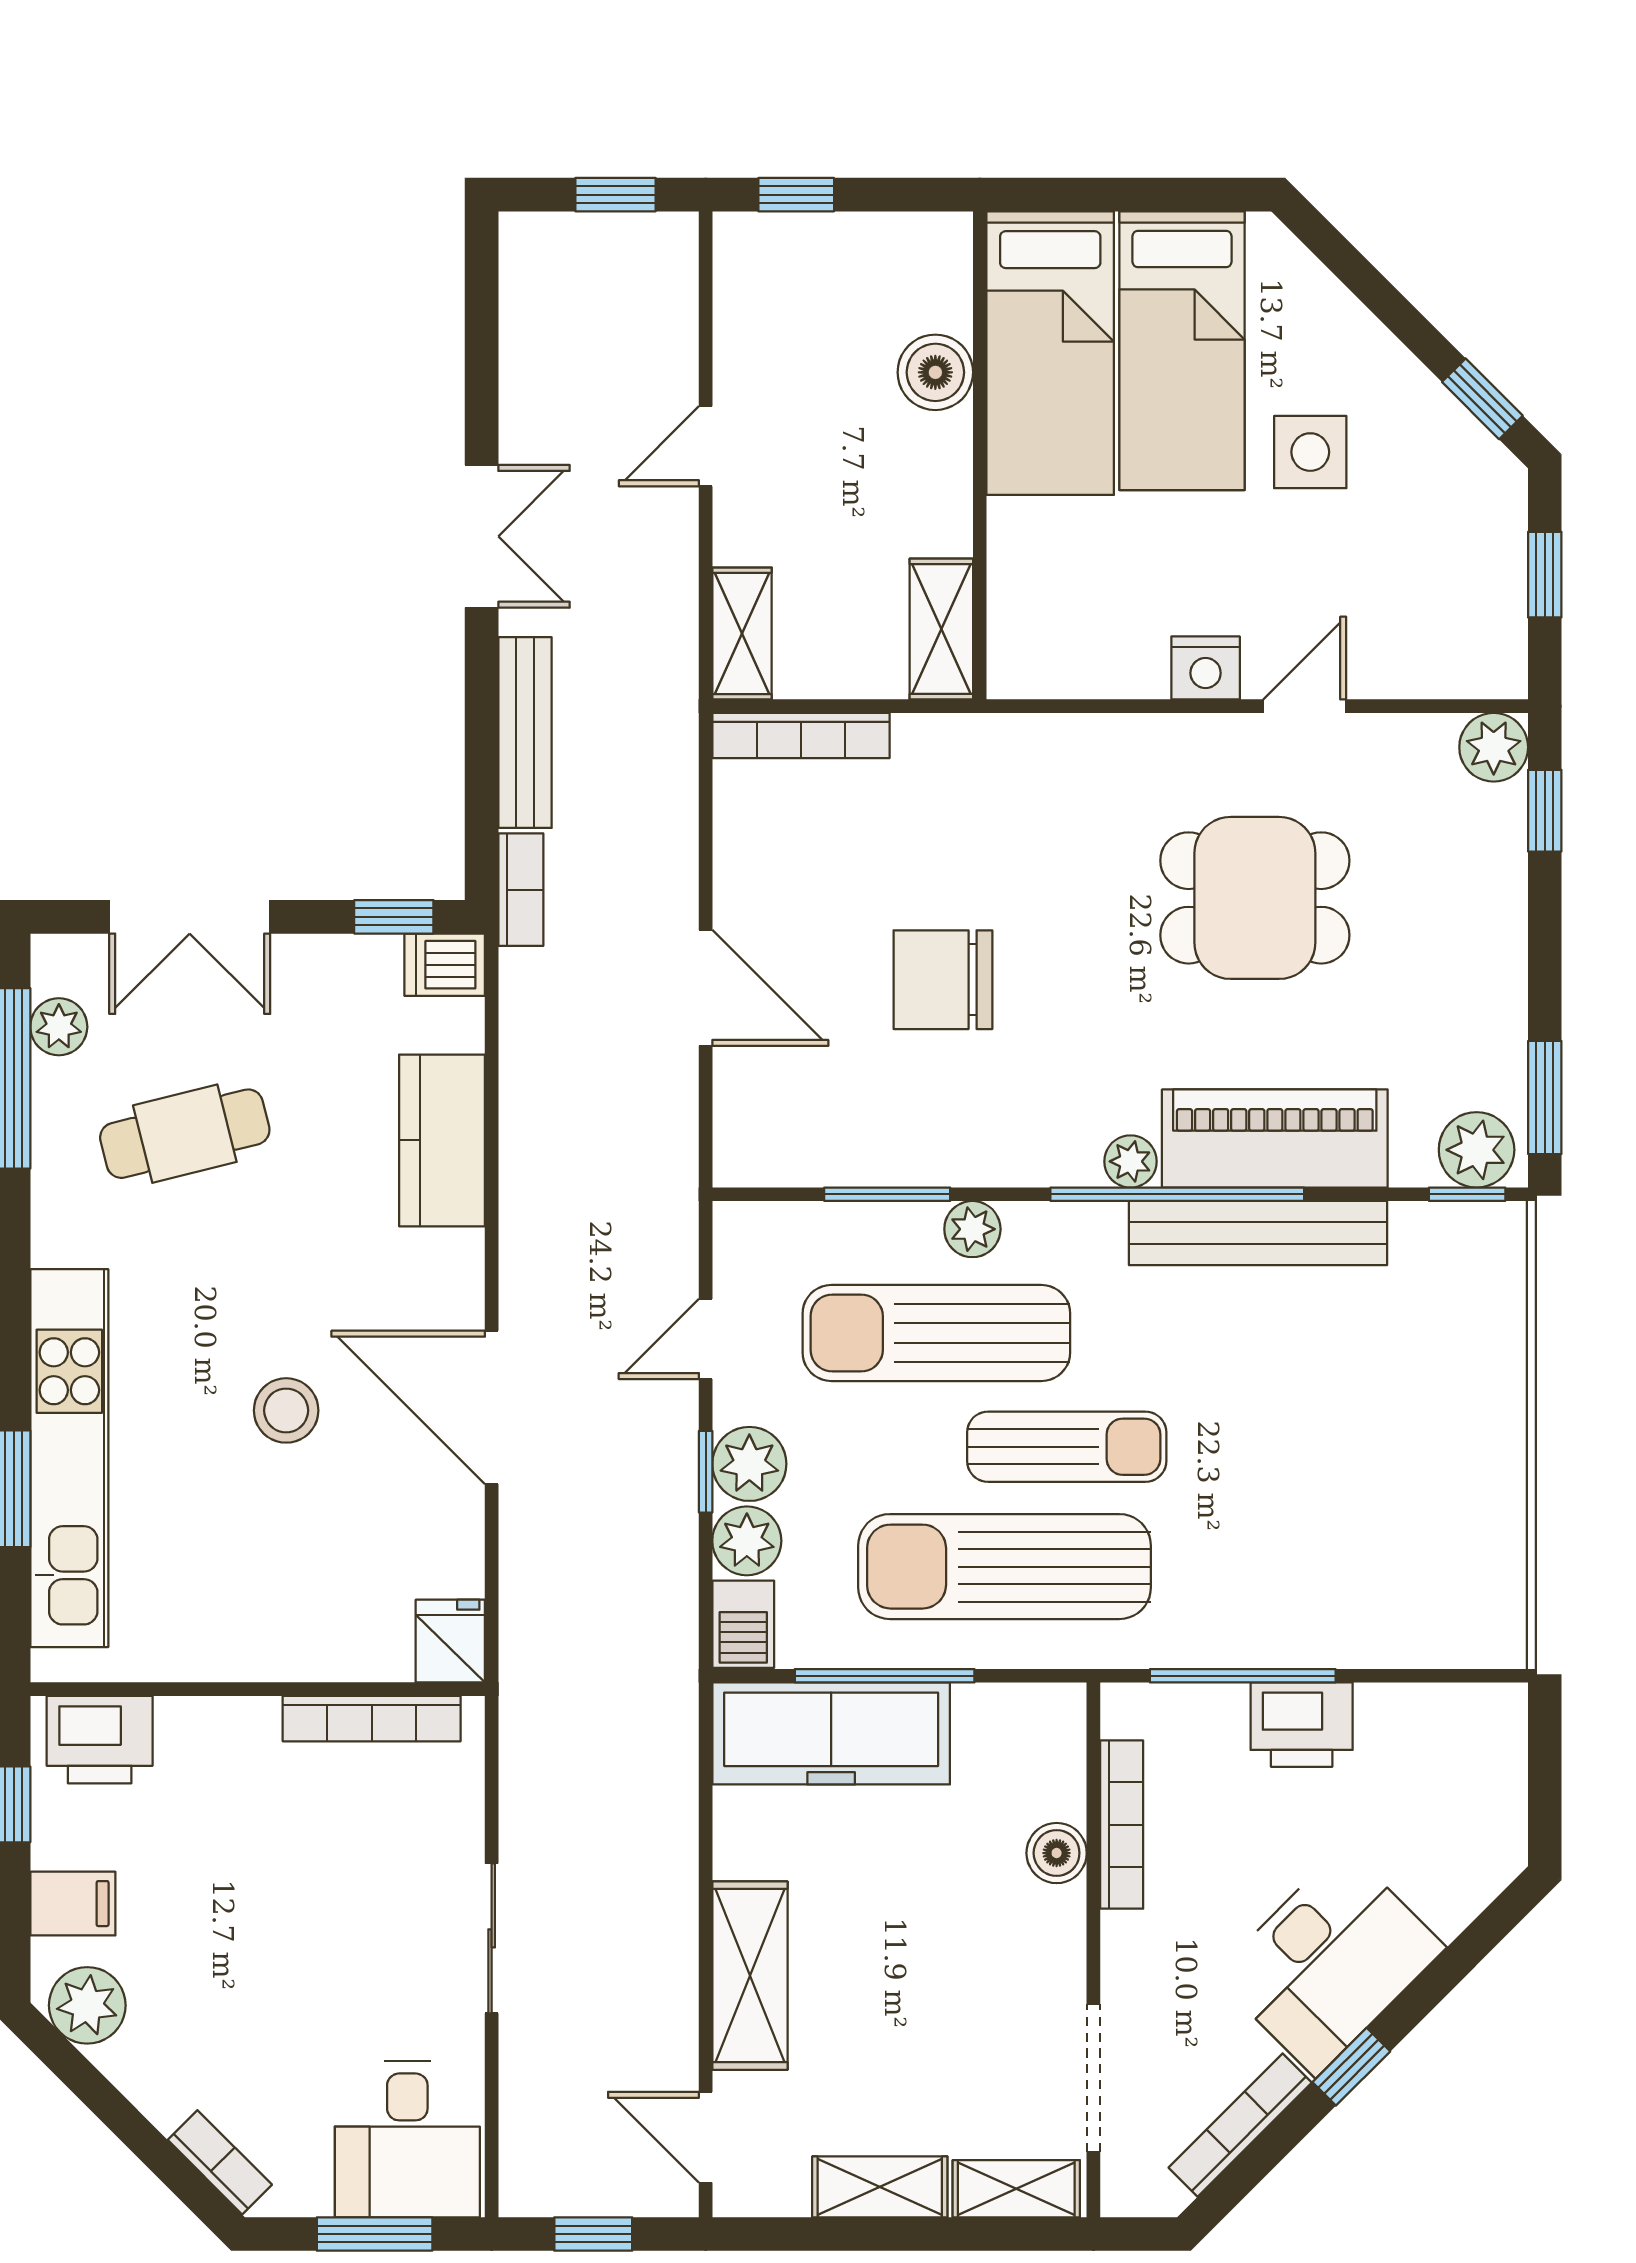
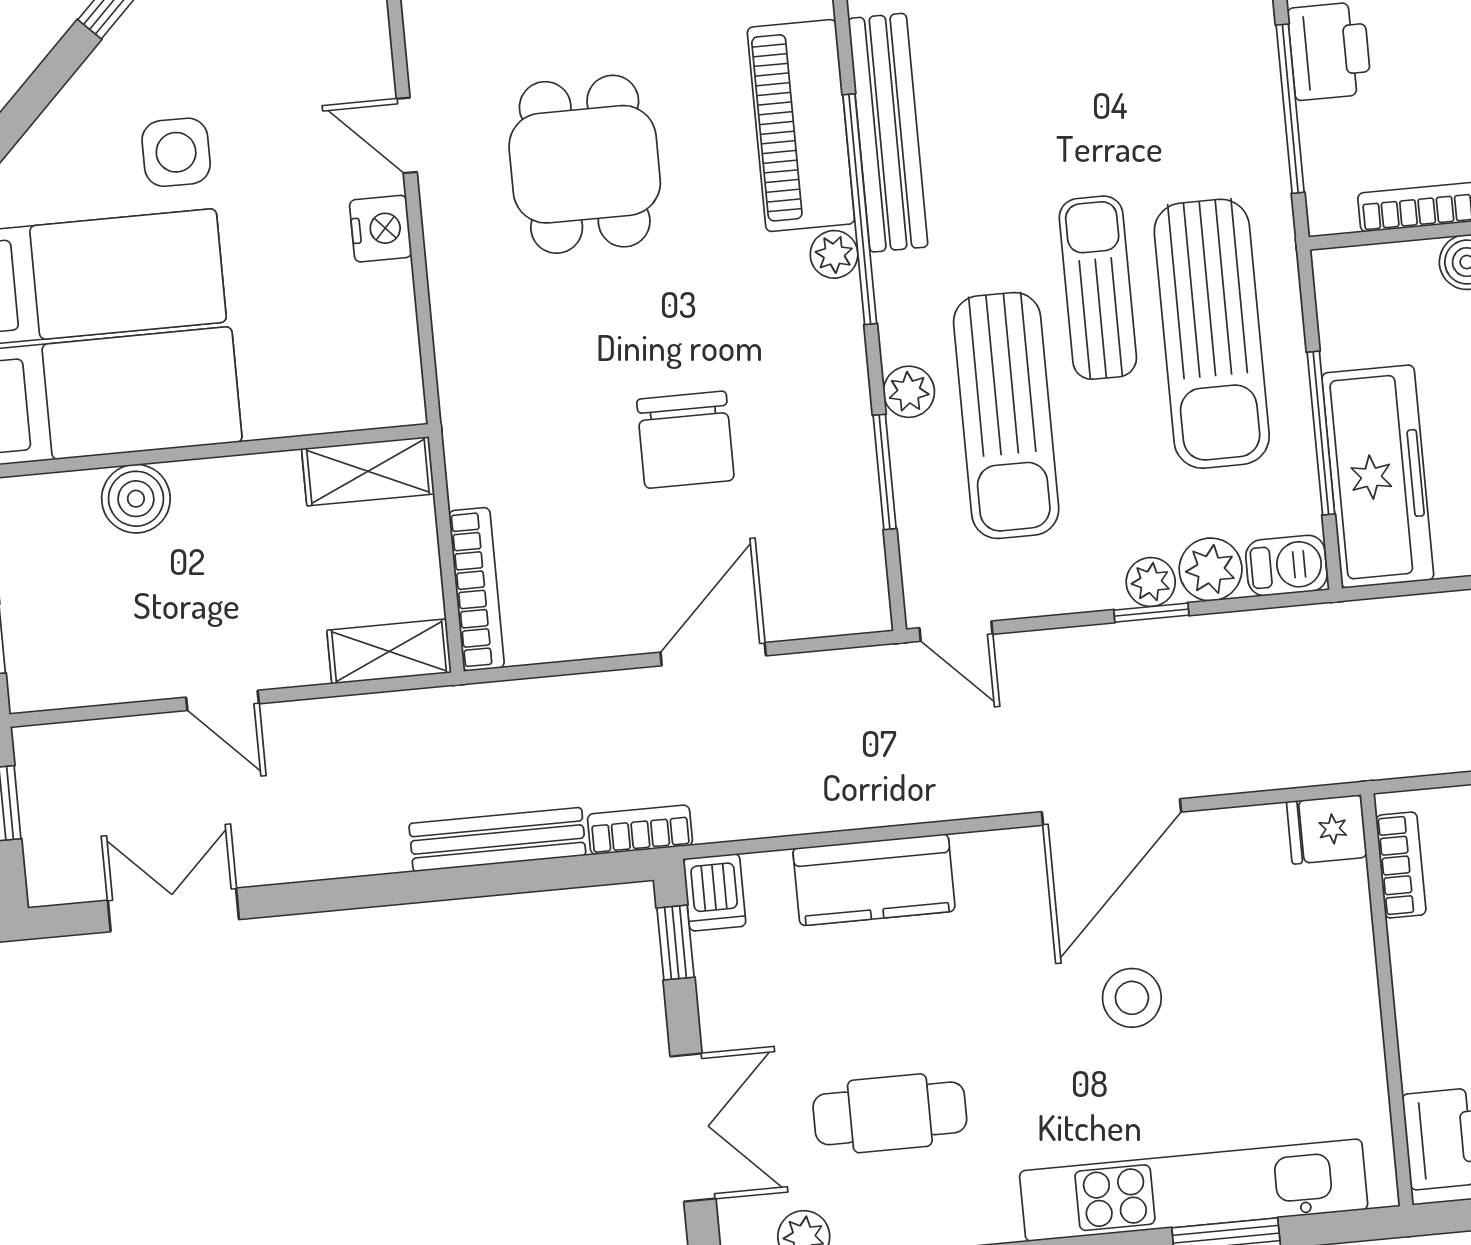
double door: (482, 536) -> (173, 910), moved
cafe table: (185, 1134) -> (890, 1113), turned -76
door: (706, 1339) -> (956, 631), moved
plant: (749, 1464) -> (1151, 582), width x0.73, depth x0.73
bookcase: (372, 1719) -> (1401, 865), width x0.64

